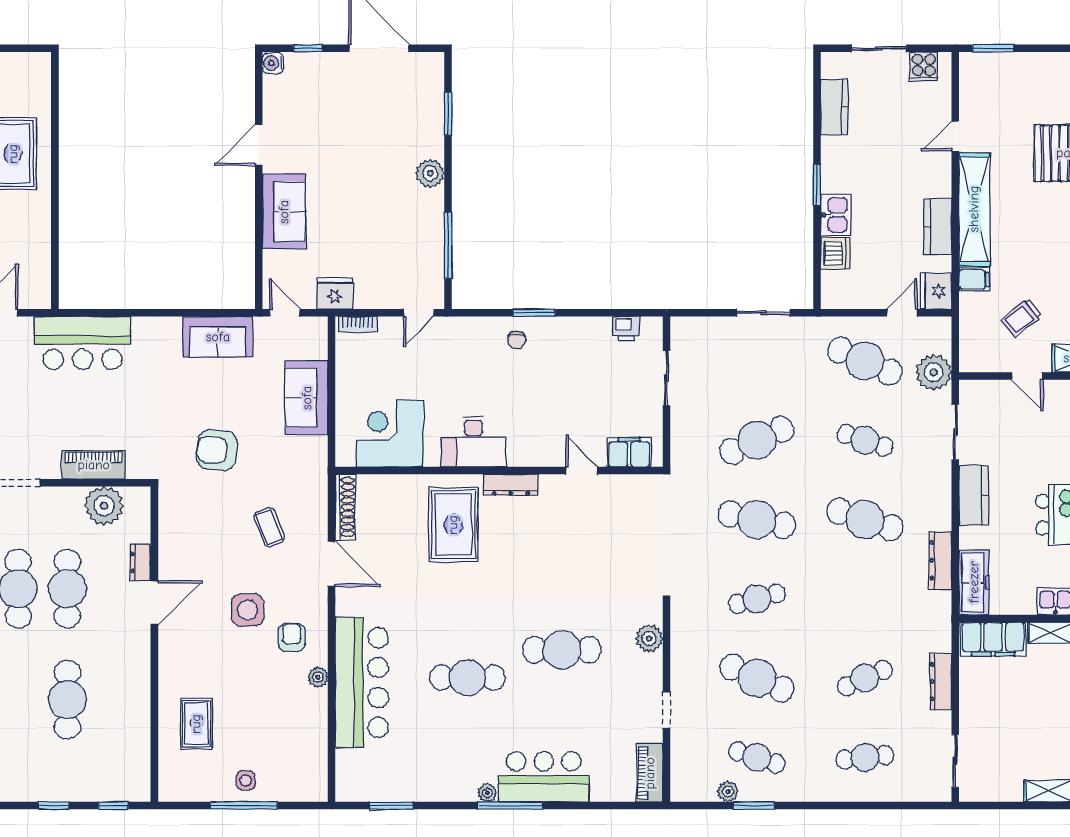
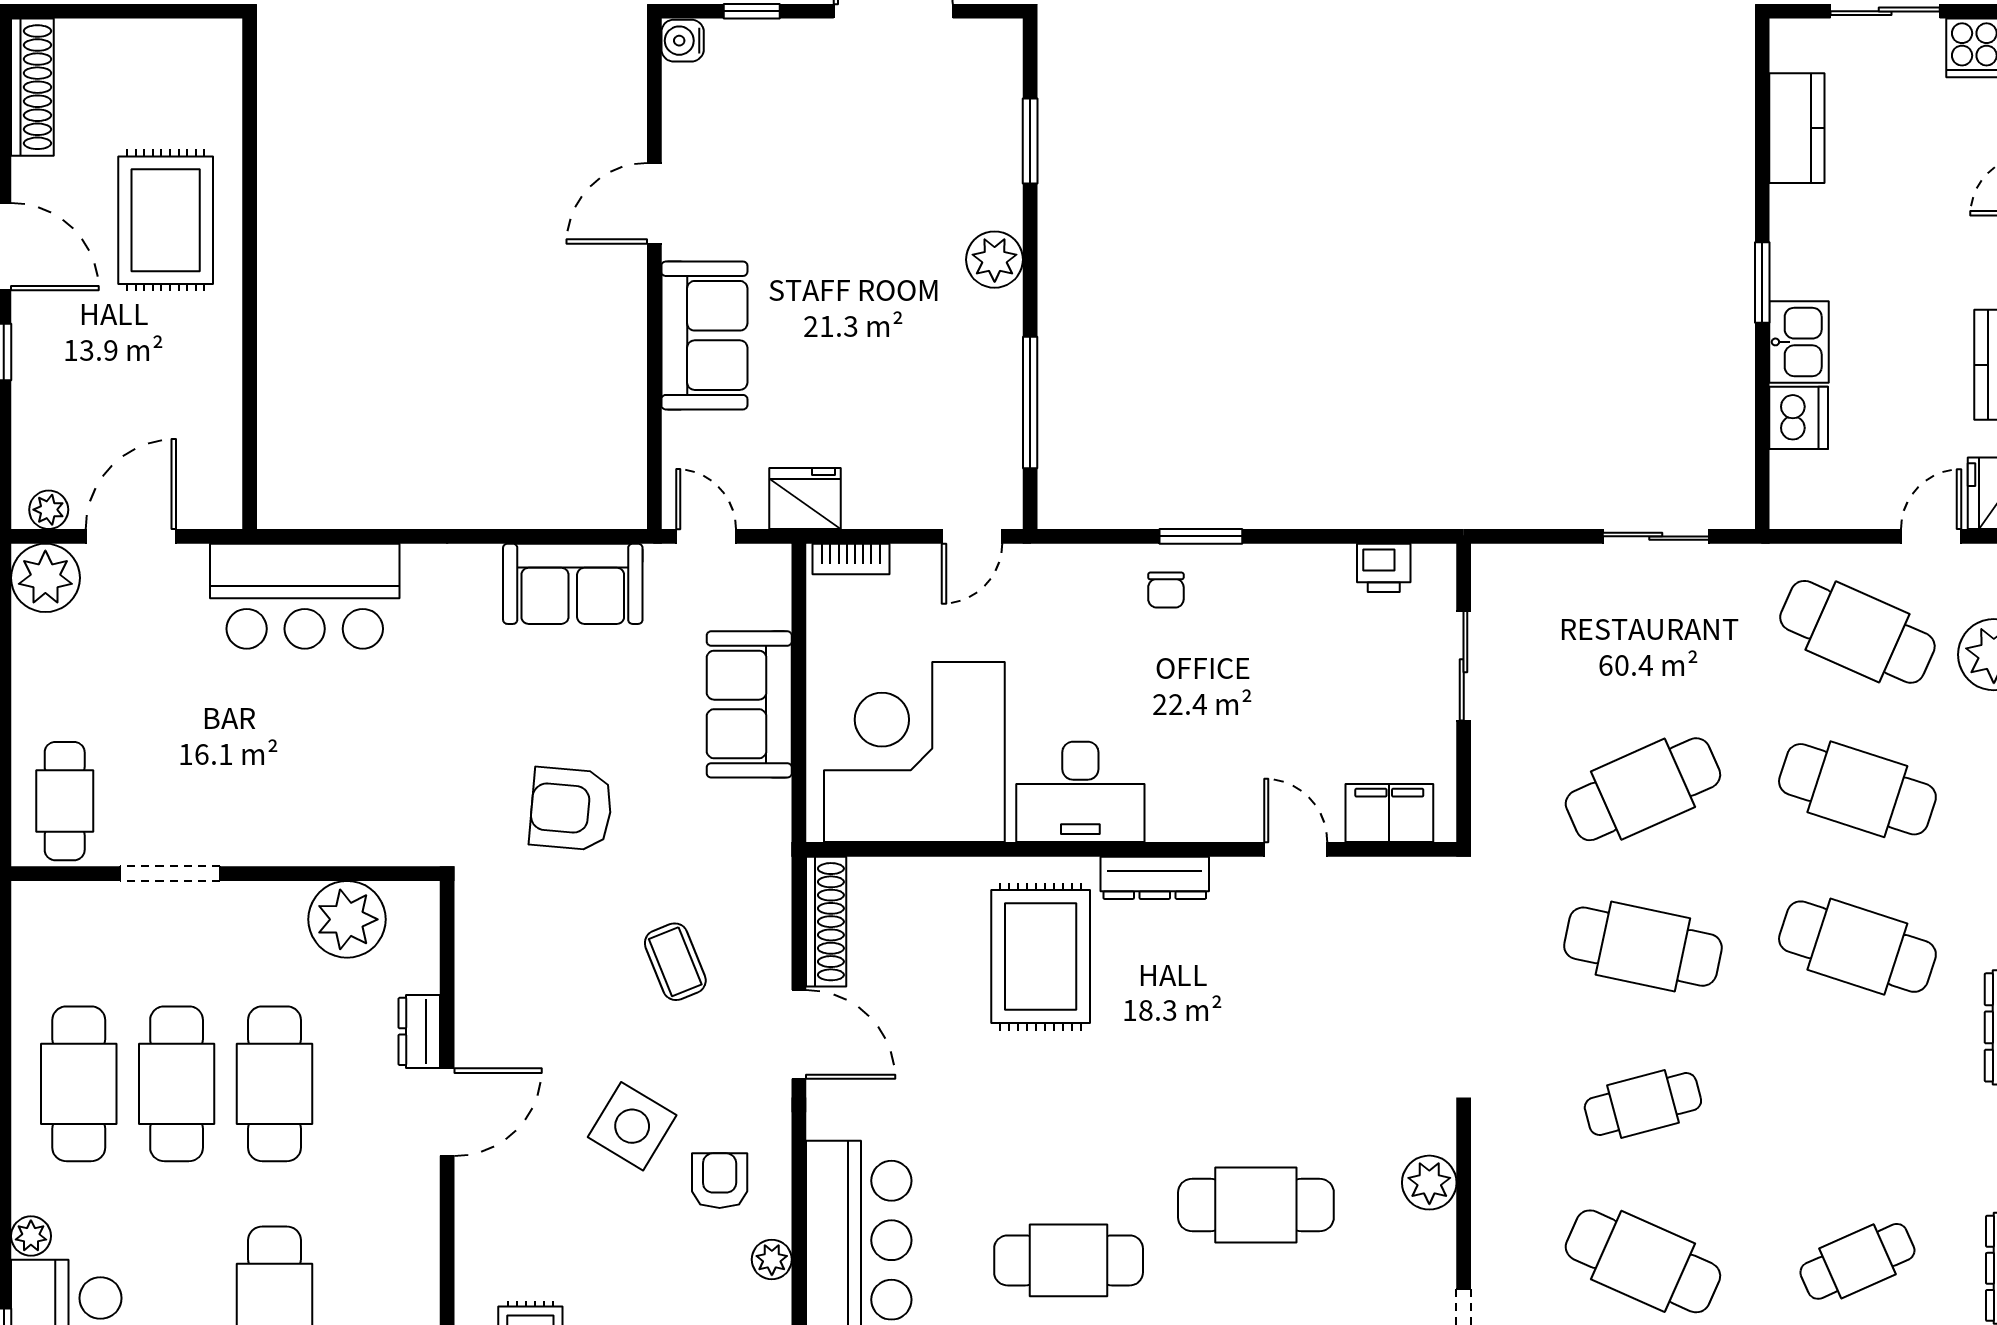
corner desk: (390, 434) -> (914, 752), width x1.36, depth x1.36
cafe table: (865, 440) -> (1857, 789), width x1.37, depth x1.35
piano: (94, 465) -> (327, 838), removed
side table: (248, 610) -> (632, 1126), turned 31

